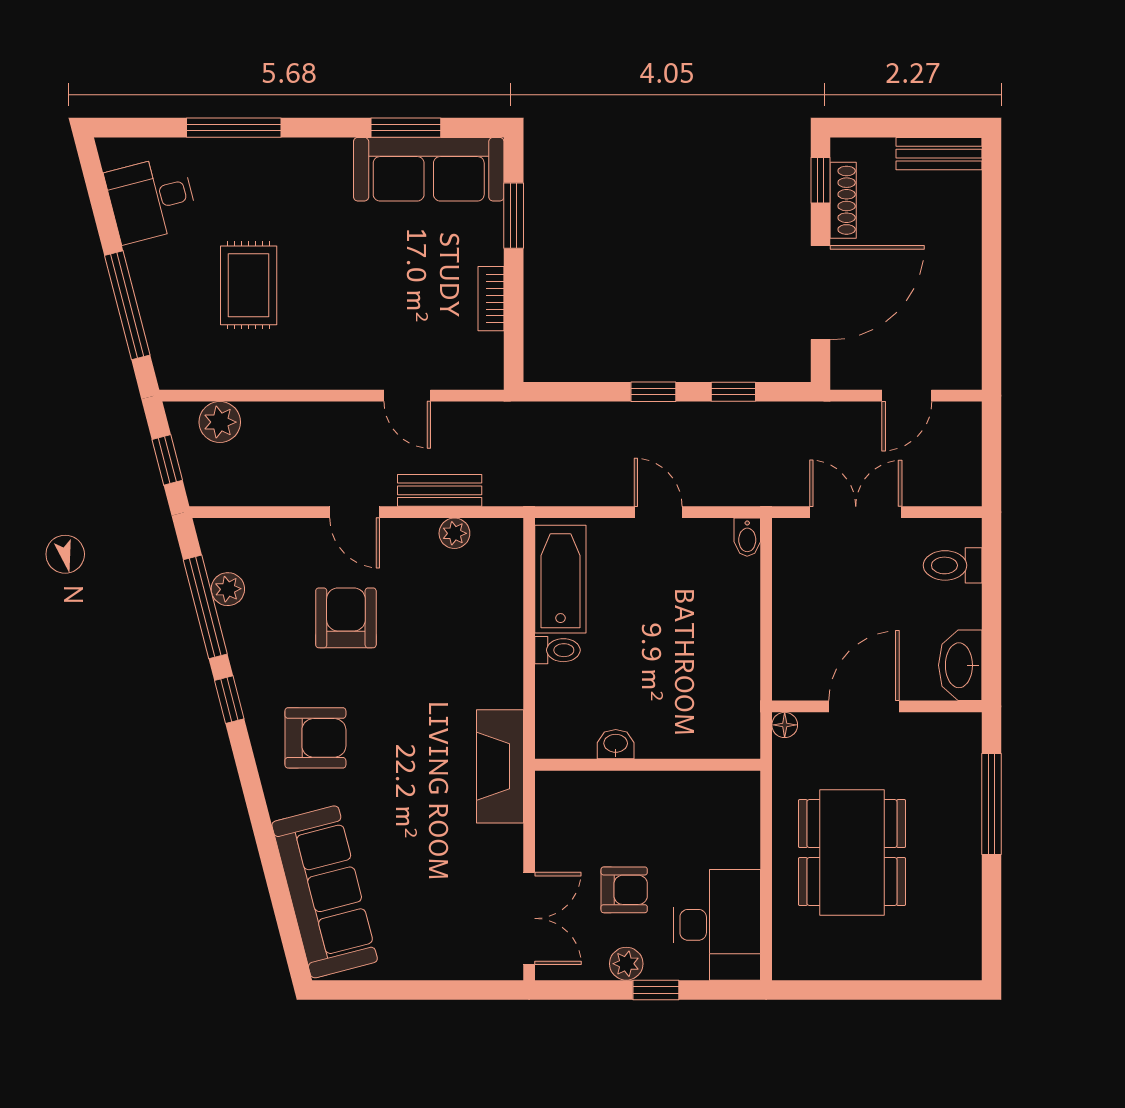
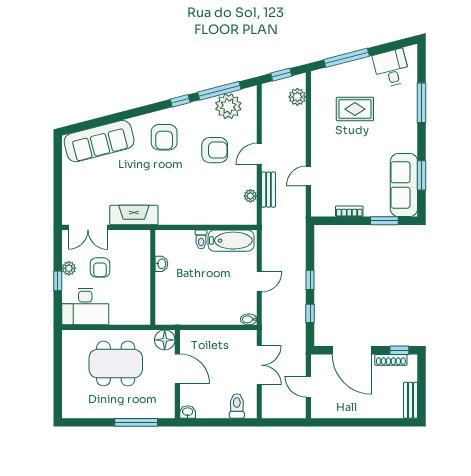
plant: (228, 589) -> (228, 106), width x1.88, depth x1.88
washbasin: (960, 665) -> (188, 412), width x0.52, depth x0.69
floor lamp: (785, 725) -> (165, 340), width x1.89, depth x1.89
fireplace: (500, 766) -> (134, 215), moved

